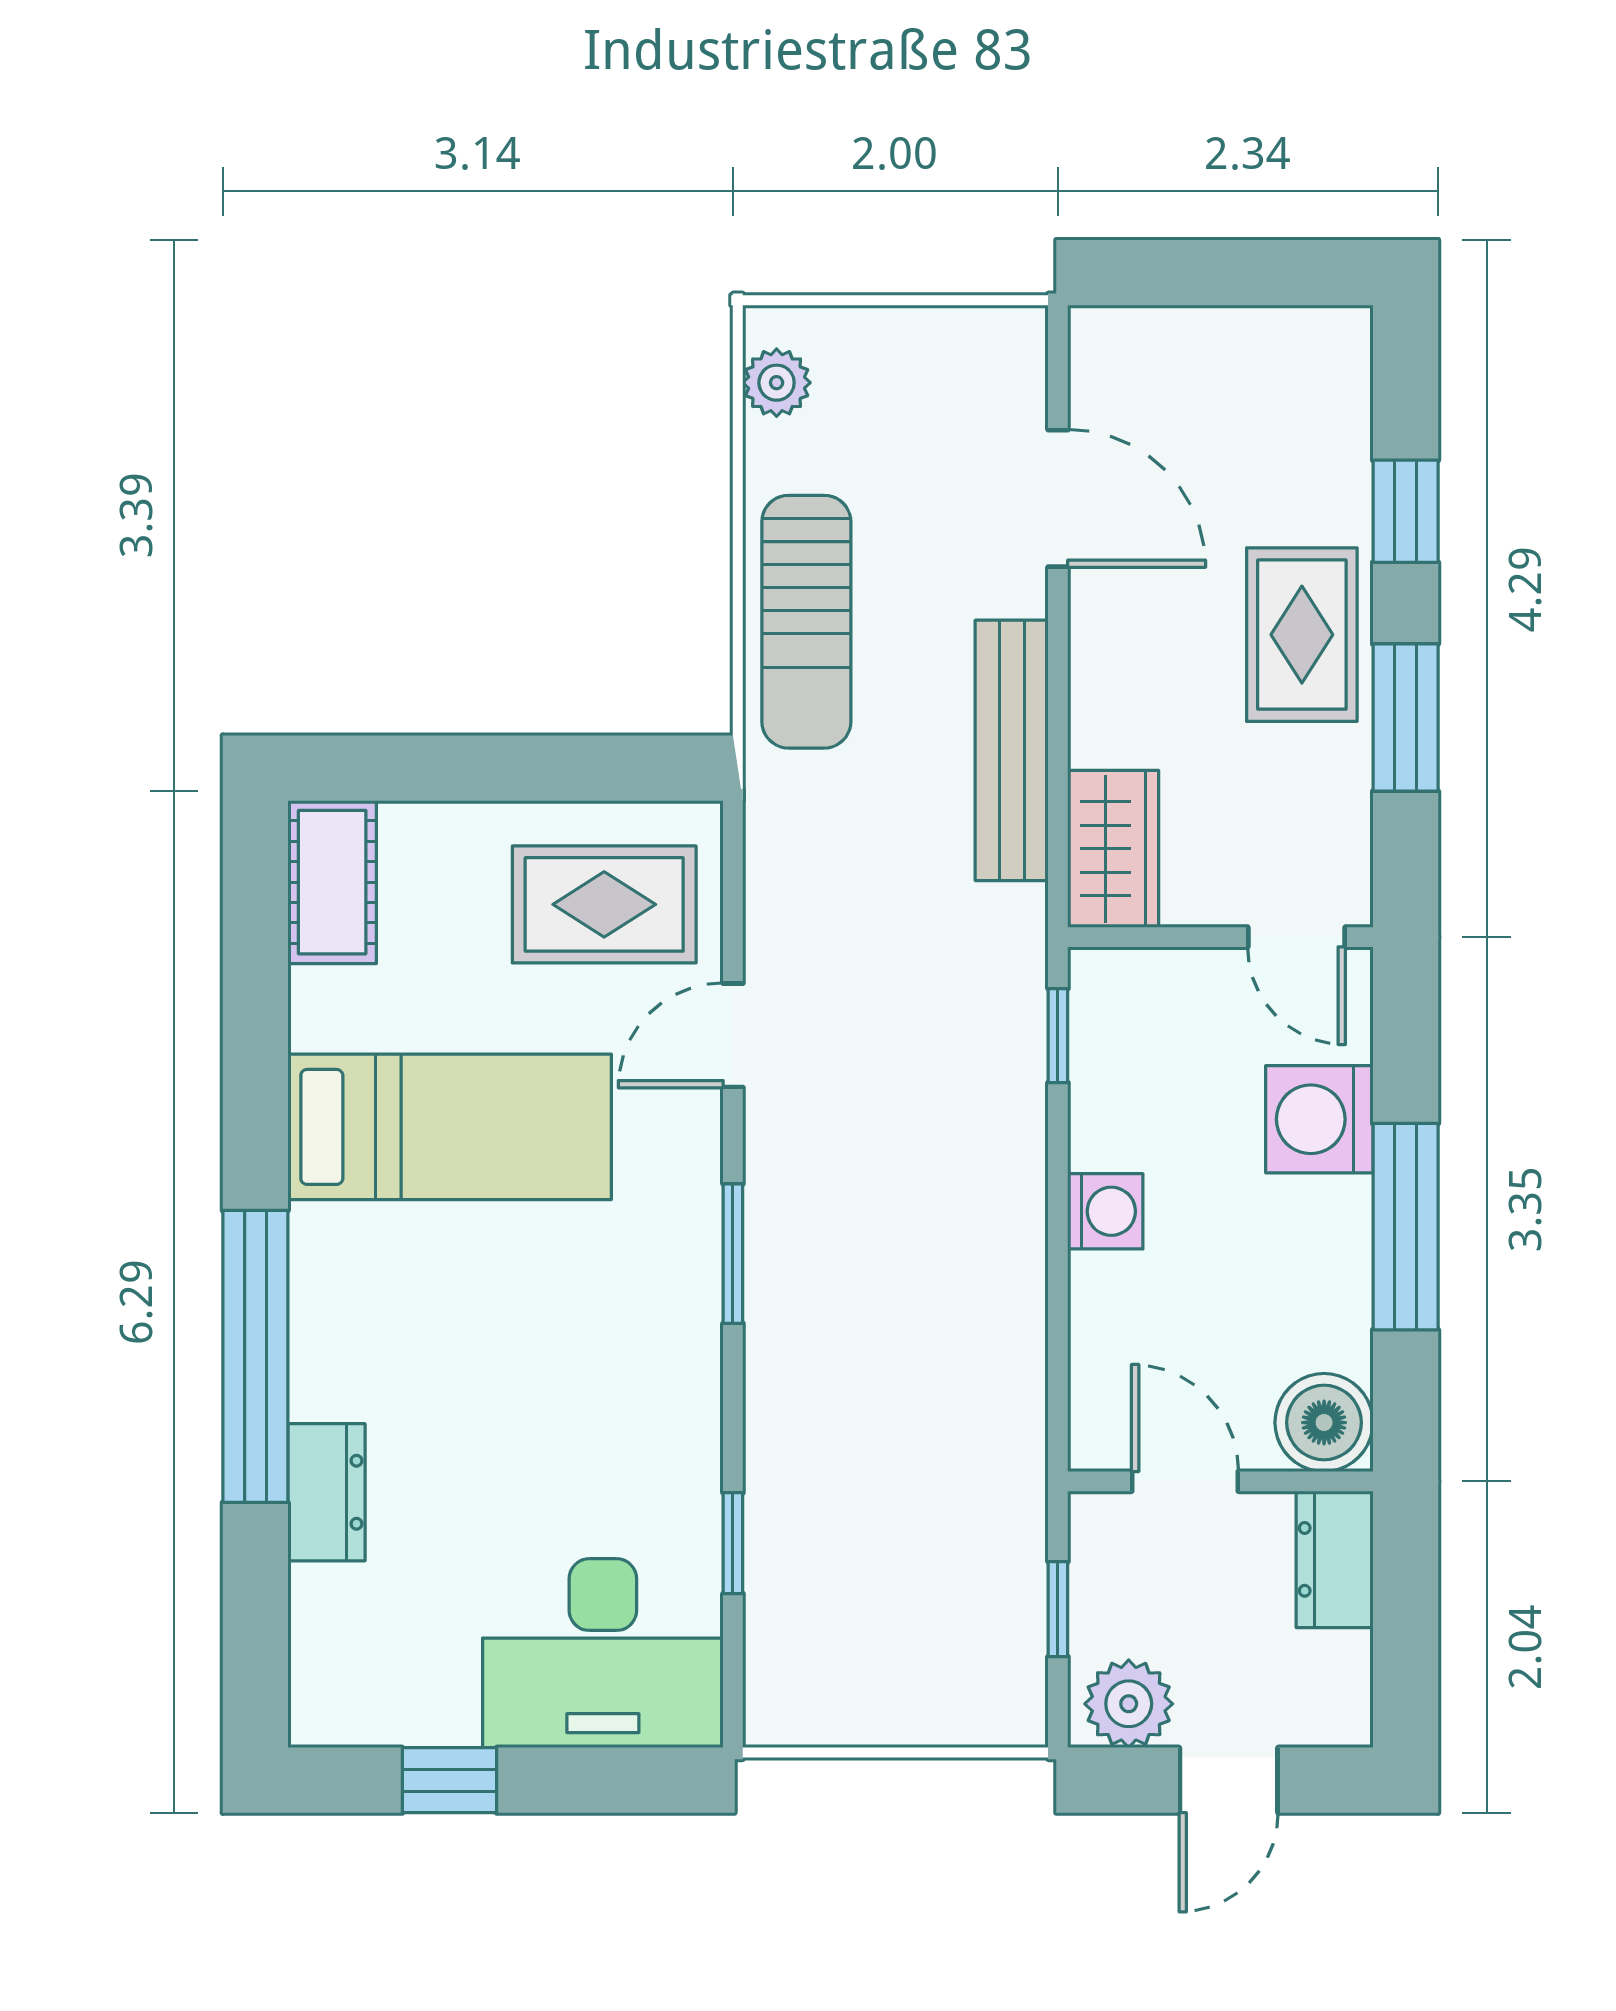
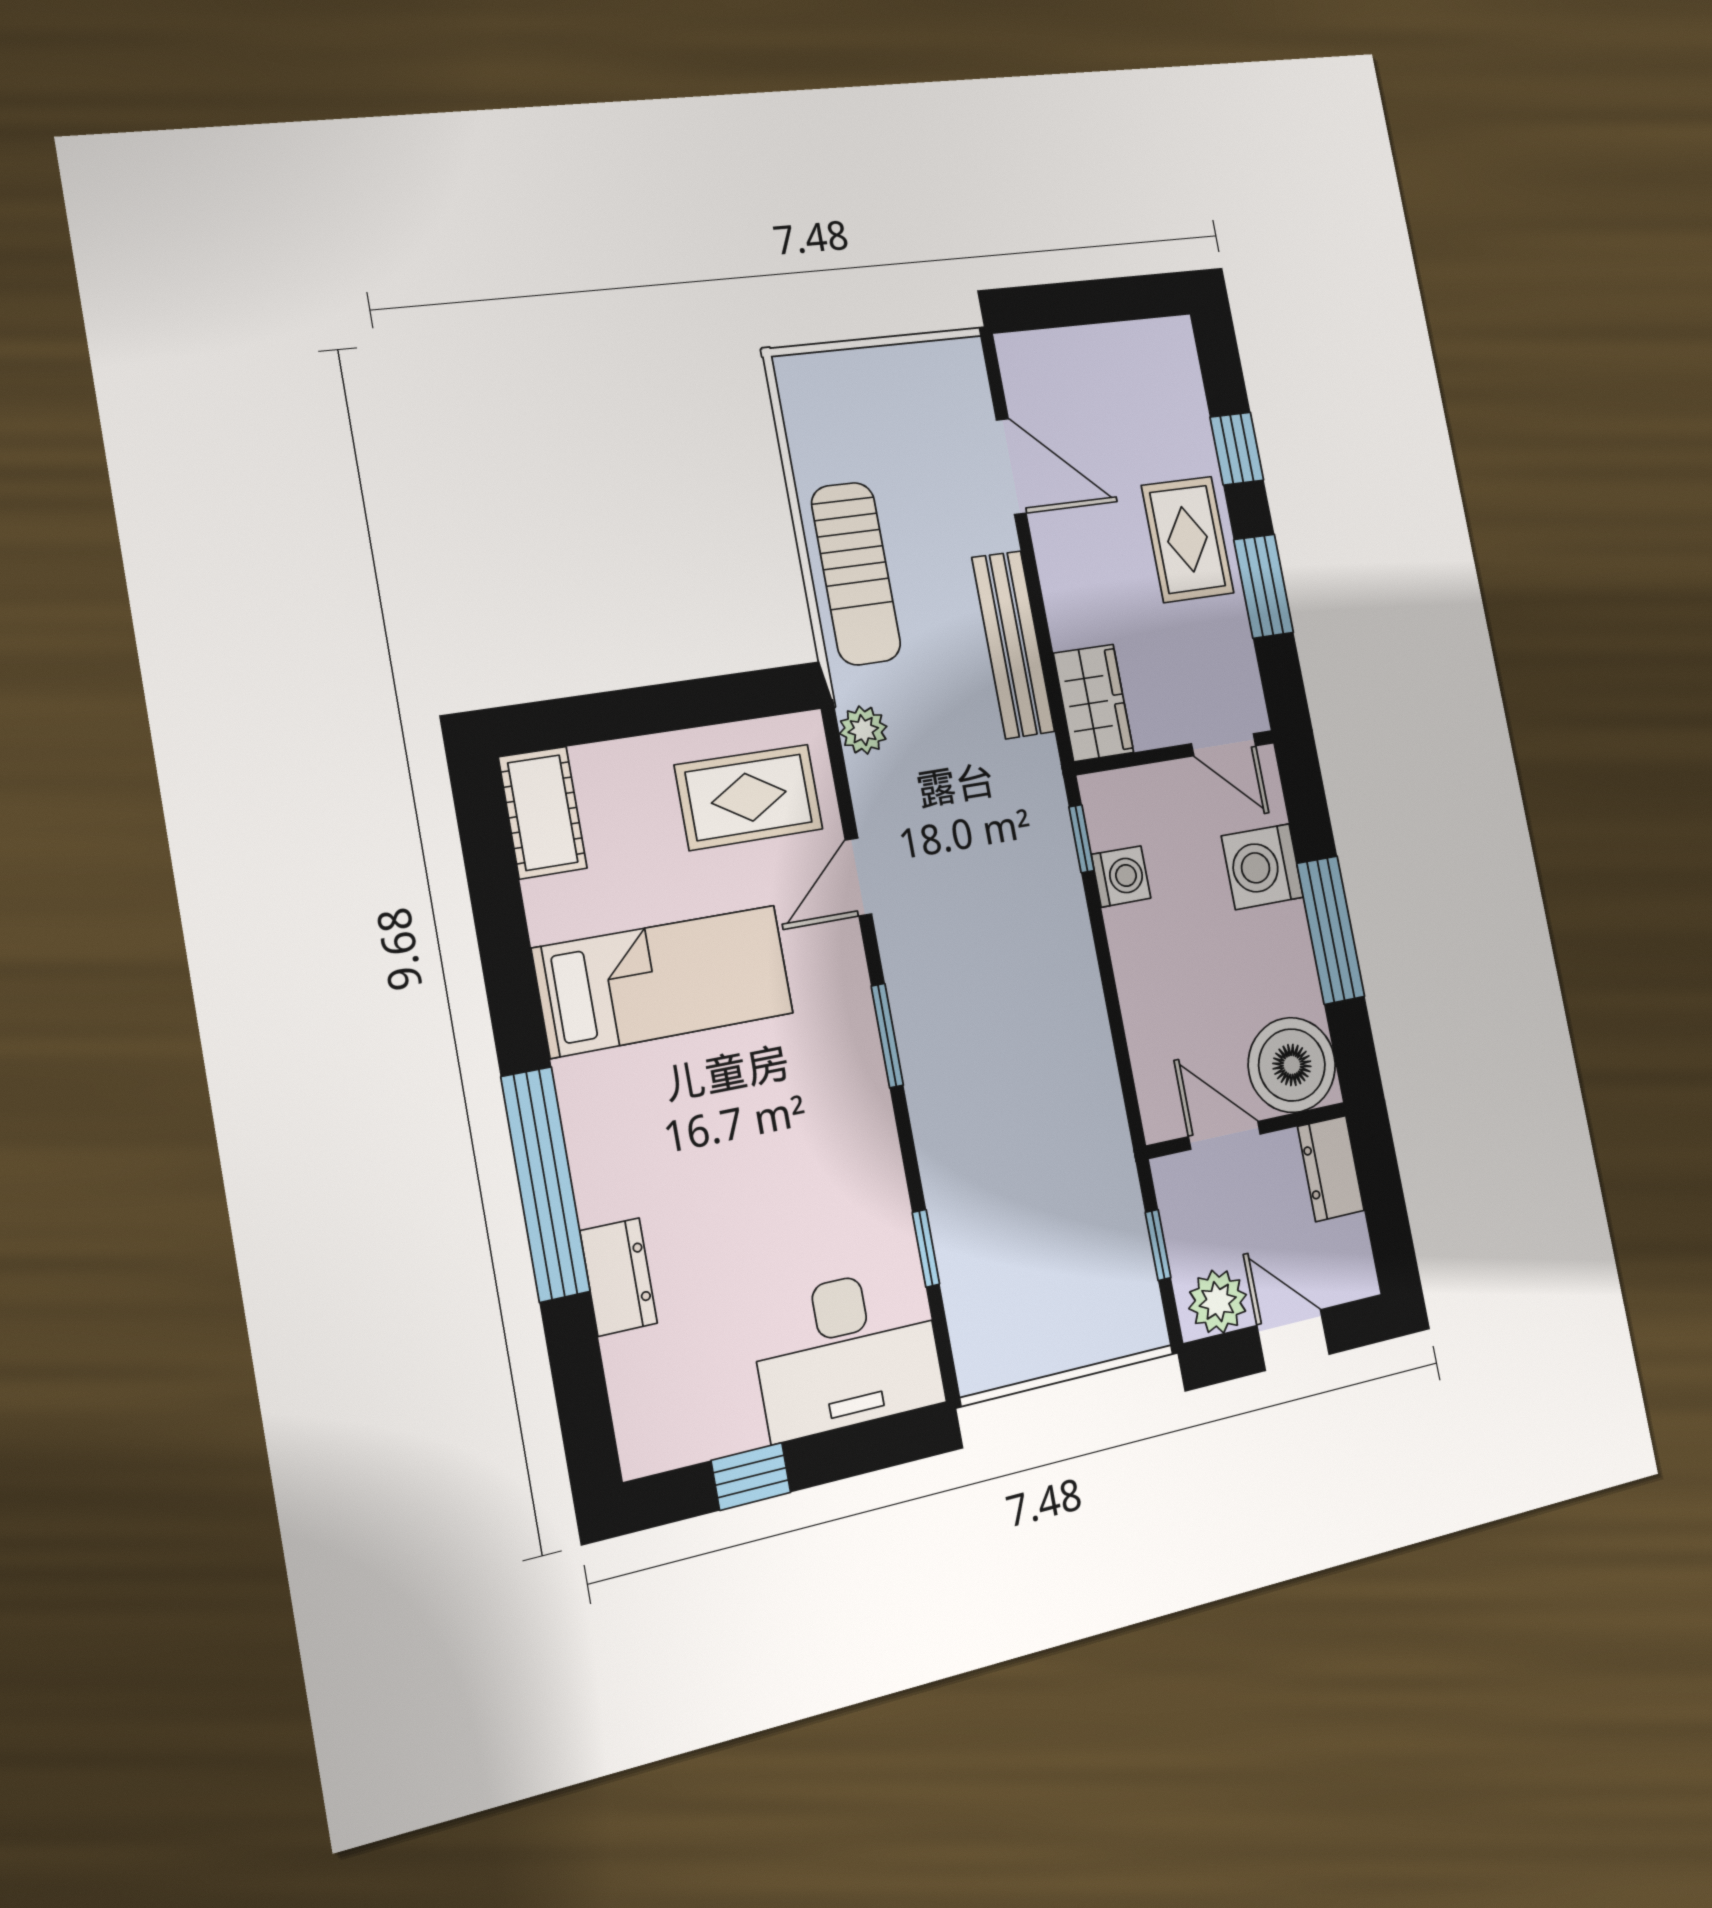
plant: (777, 383) -> (863, 730), moved
washing machine: (1105, 1211) -> (1121, 876), moved
boiler: (1324, 1423) -> (1292, 1065), width x1.37, depth x1.37
door: (1229, 1780) -> (1293, 1340), swing flipped

